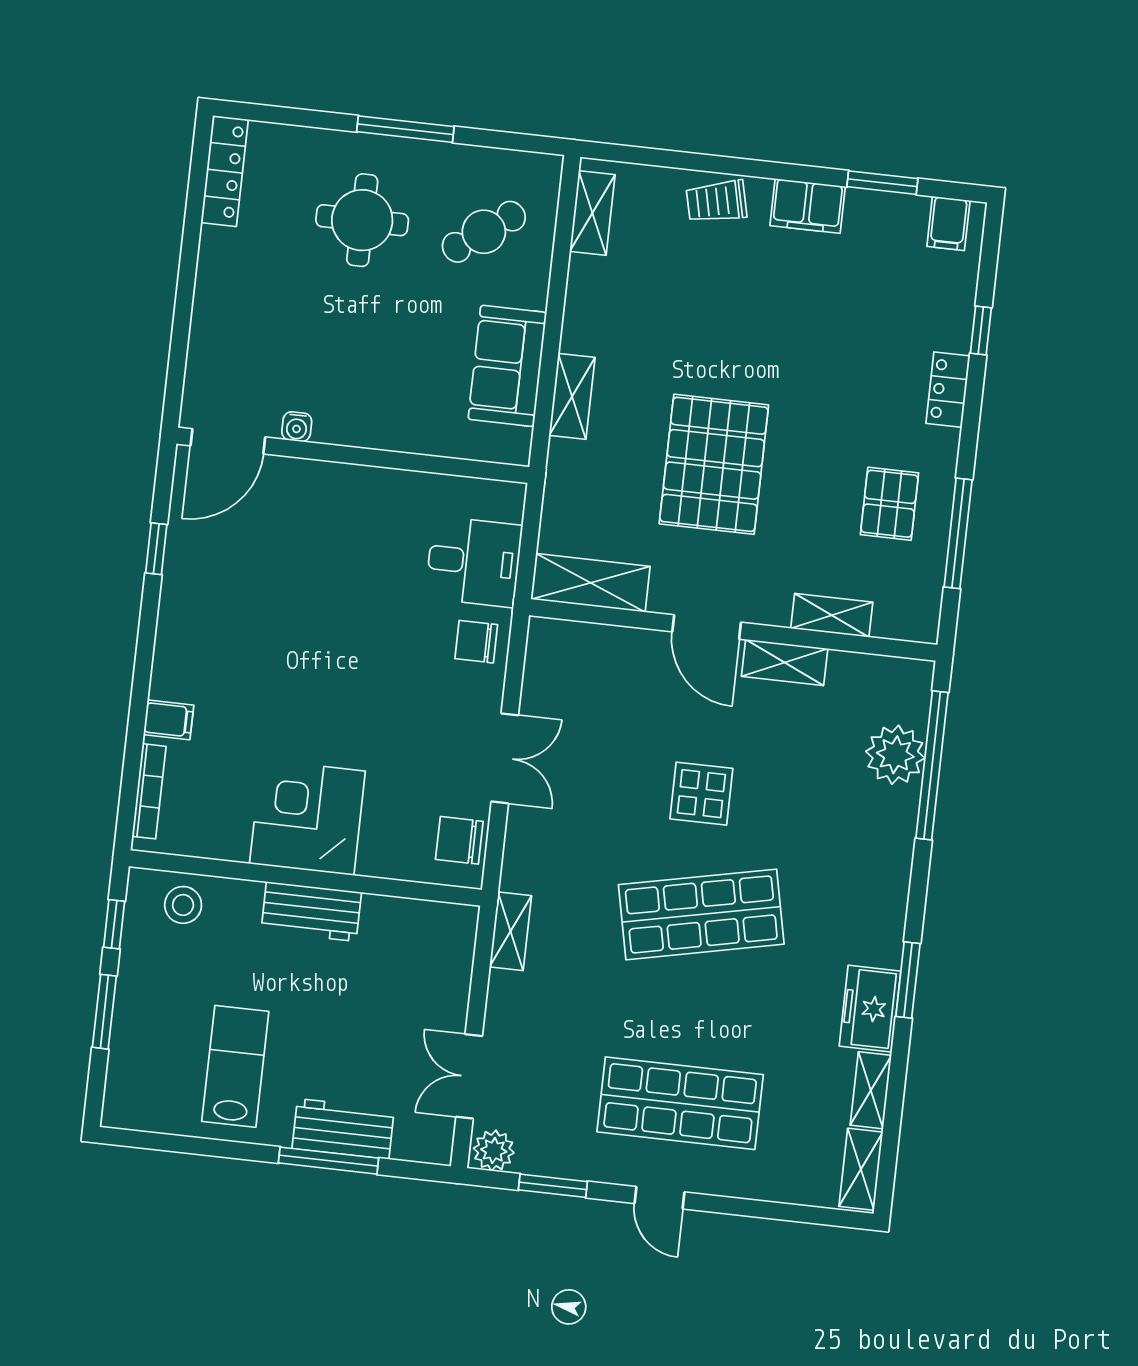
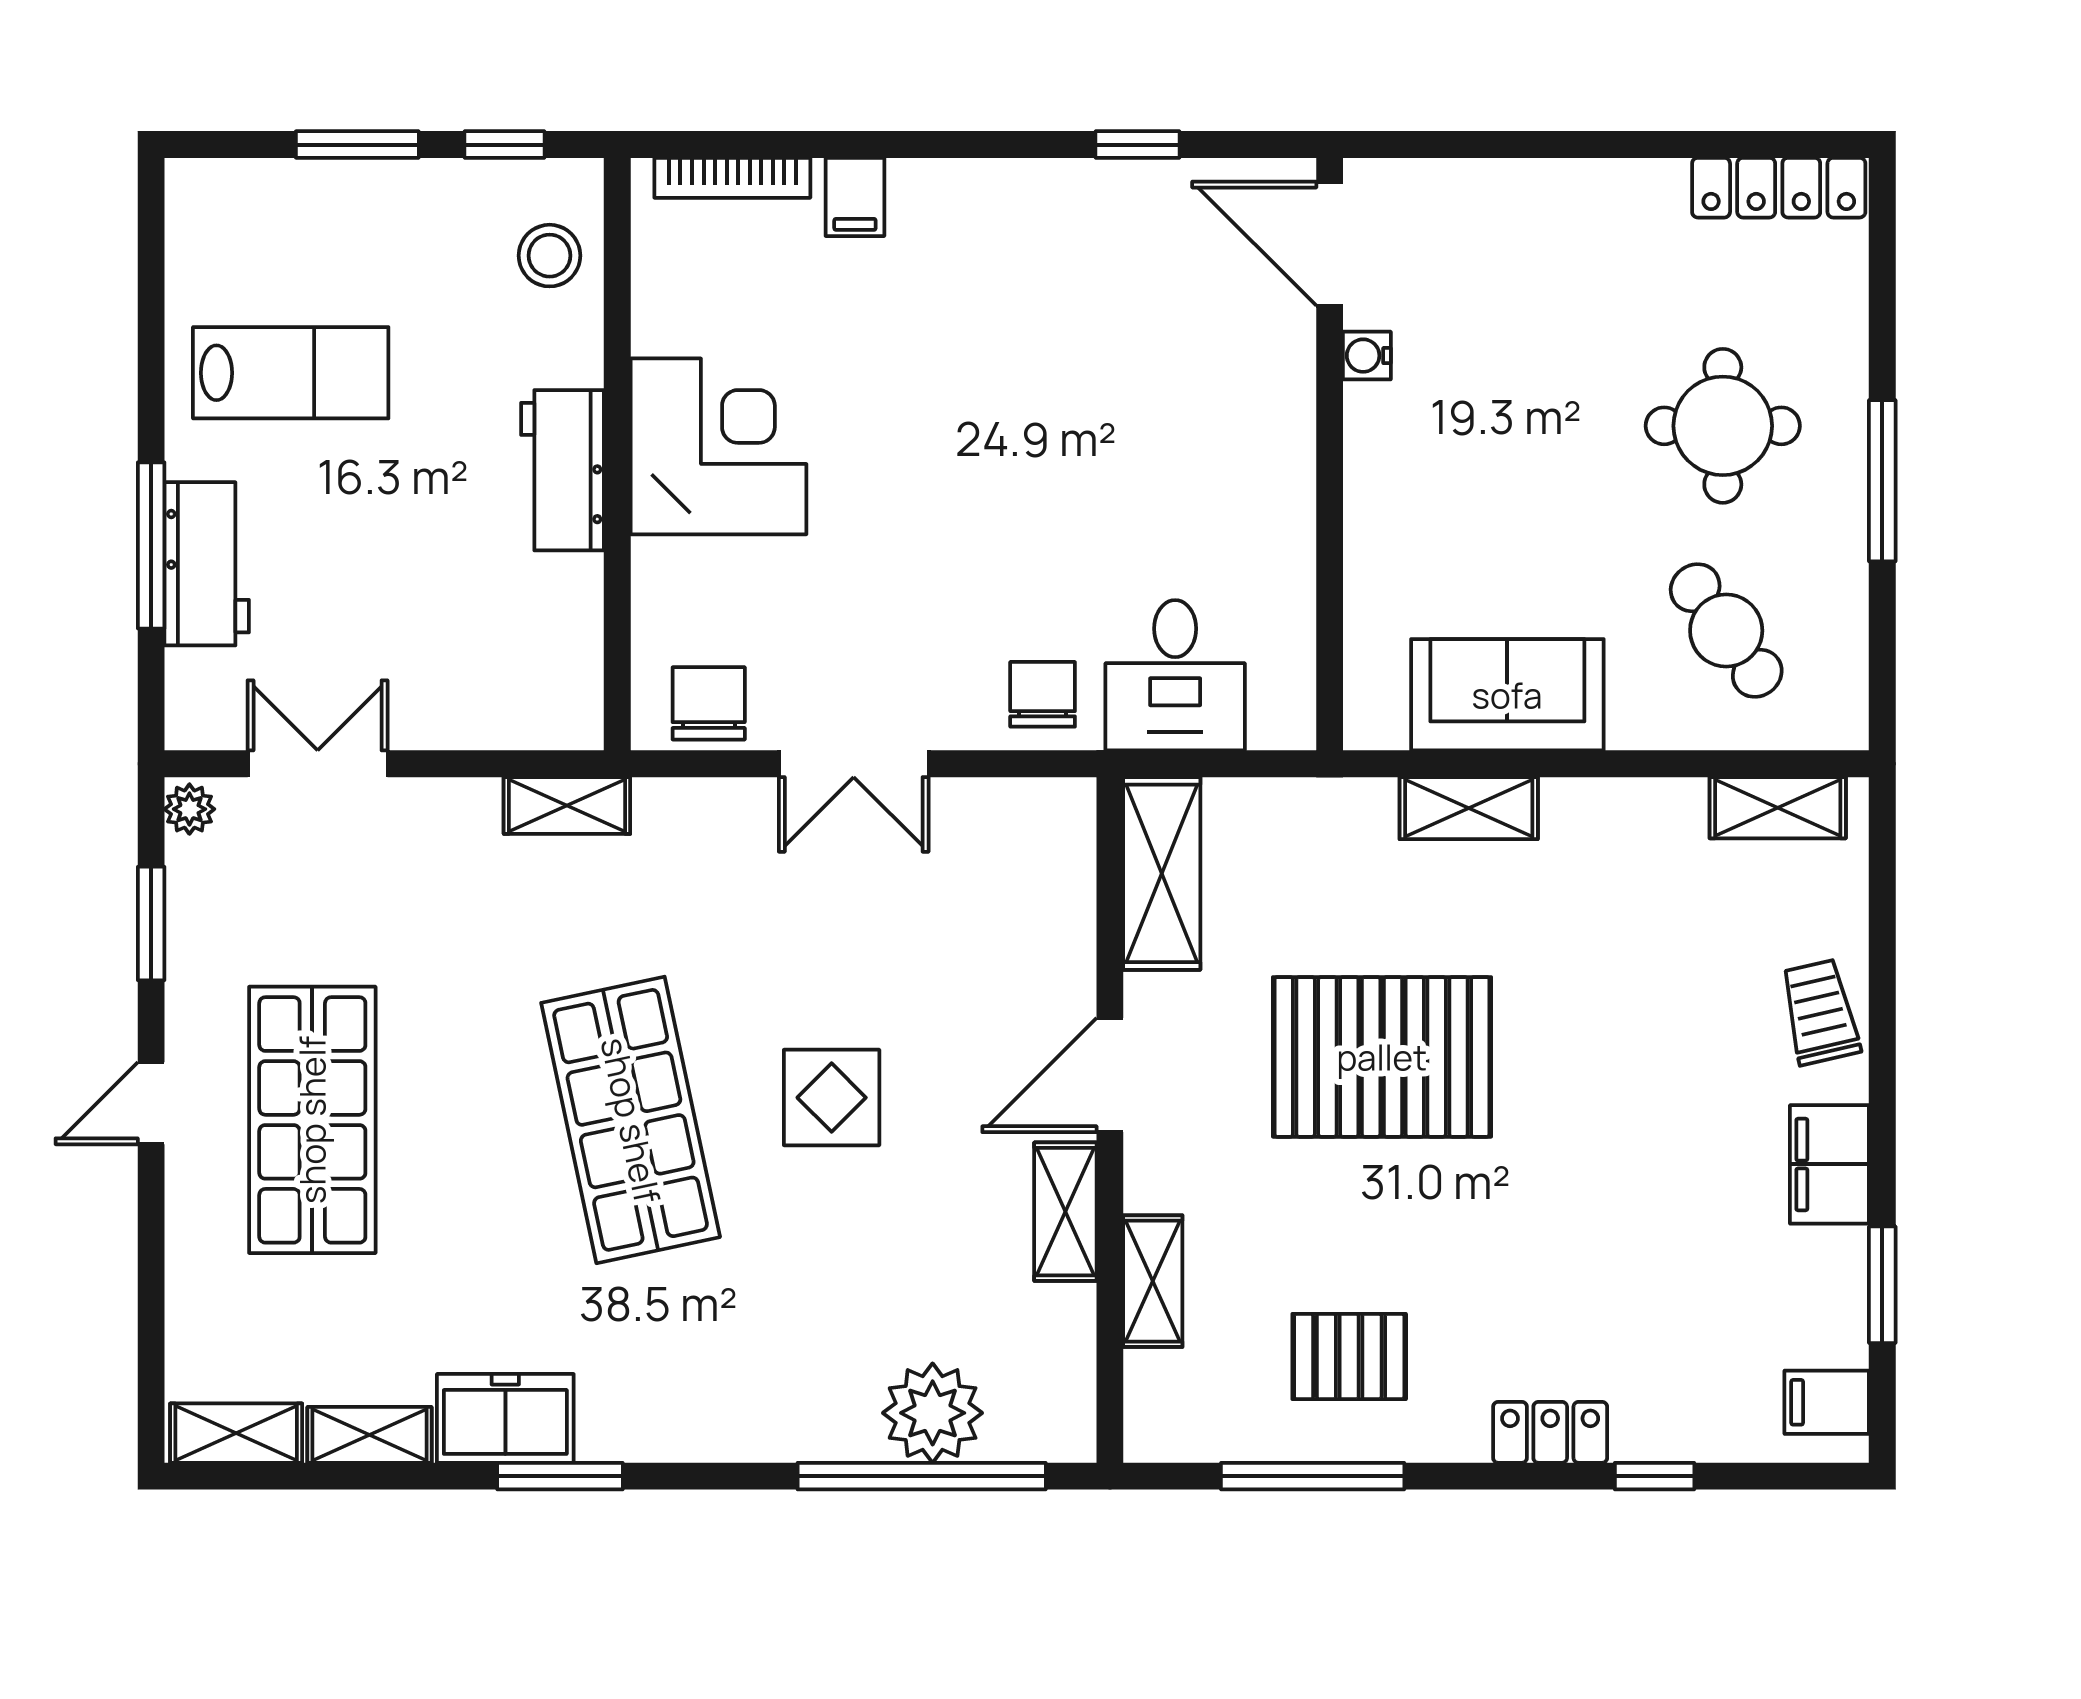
plant: (494, 1150) -> (189, 809), width x0.73, depth x0.73

